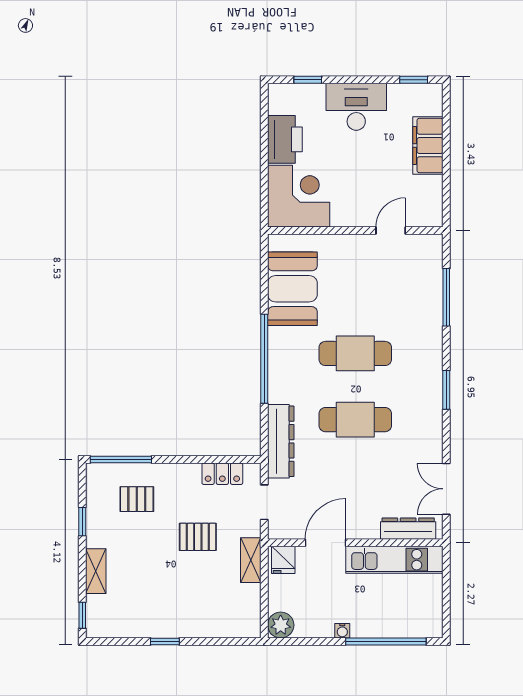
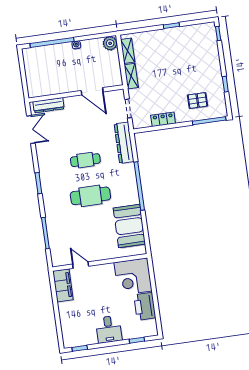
desk: (356, 107) -> (109, 329), width x0.73
filing cabinet: (428, 146) -> (63, 285), moved
door: (391, 230) -> (81, 265), swing flipped
cafe table: (355, 420) -> (85, 160), width x0.73, depth x0.74
locker: (222, 474) -> (163, 119), moved
pallet: (198, 537) -> (162, 85), removed
door: (325, 543) -> (92, 91), hinge flipped
fridge: (283, 560) -> (114, 79), removed
kitchen unit: (394, 560) -> (54, 87), removed
shelving: (96, 571) -> (128, 51), moved

